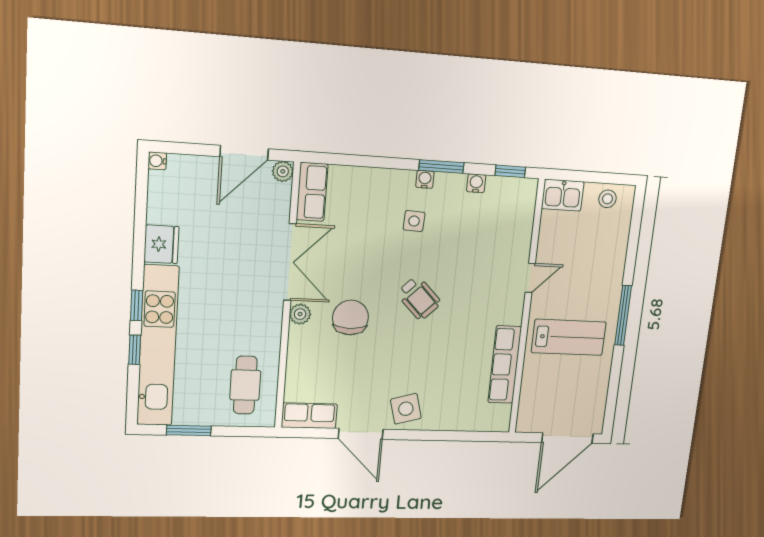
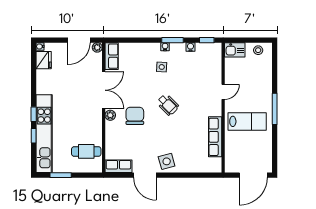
fridge: (161, 244) -> (44, 60), moved
cafe table: (245, 385) -> (86, 151), turned 90

